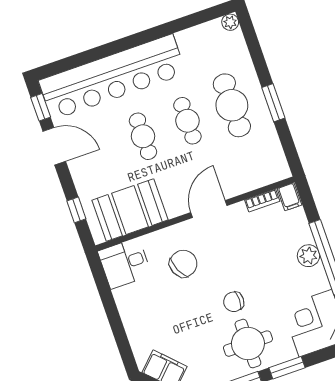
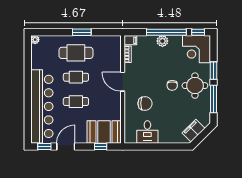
booth: (130, 210) -> (104, 132), moved, turned 90
desk: (125, 263) -> (147, 132), moved
chair: (183, 264) -> (145, 103), turned 114

